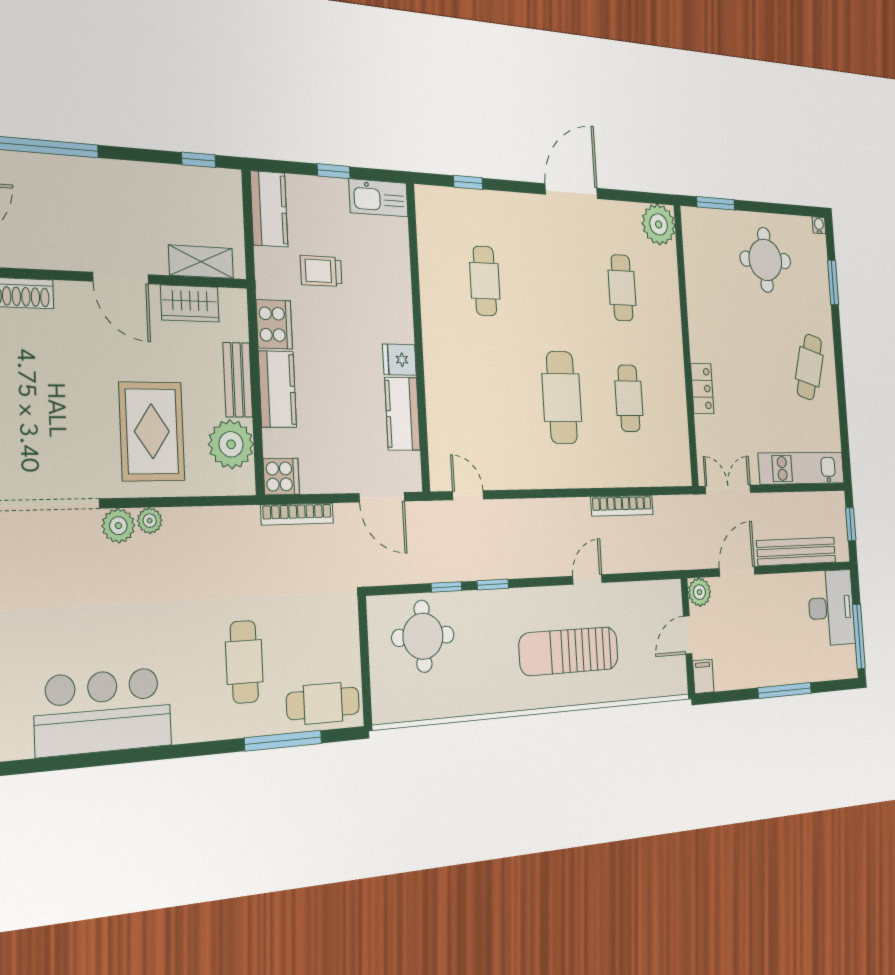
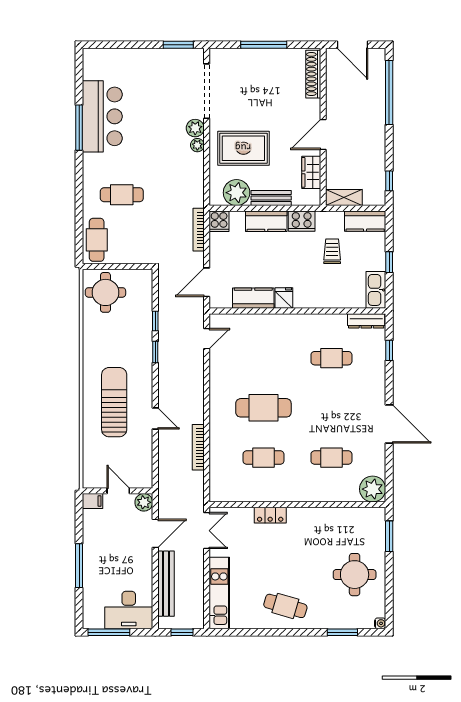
dresser: (427, 218) -> (366, 321), added
shelving: (201, 262) -> (344, 198), moved, turned 90
door: (737, 571) -> (155, 533), hinge flipped
round table: (423, 636) -> (105, 292), moved
window: (283, 741) -> (79, 128), moved

